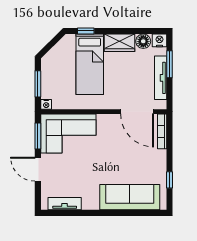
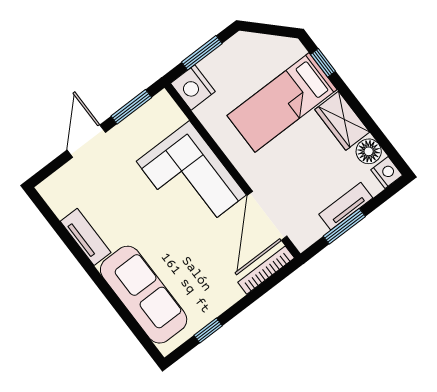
window: (169, 64) -> (344, 226), moved
tv unit: (161, 78) -> (346, 206), width x0.71
nightstand: (46, 104) -> (193, 87), width x1.89, depth x1.79
corner sofa: (68, 133) -> (191, 178), moved
tv unit: (65, 204) -> (86, 237), moved

